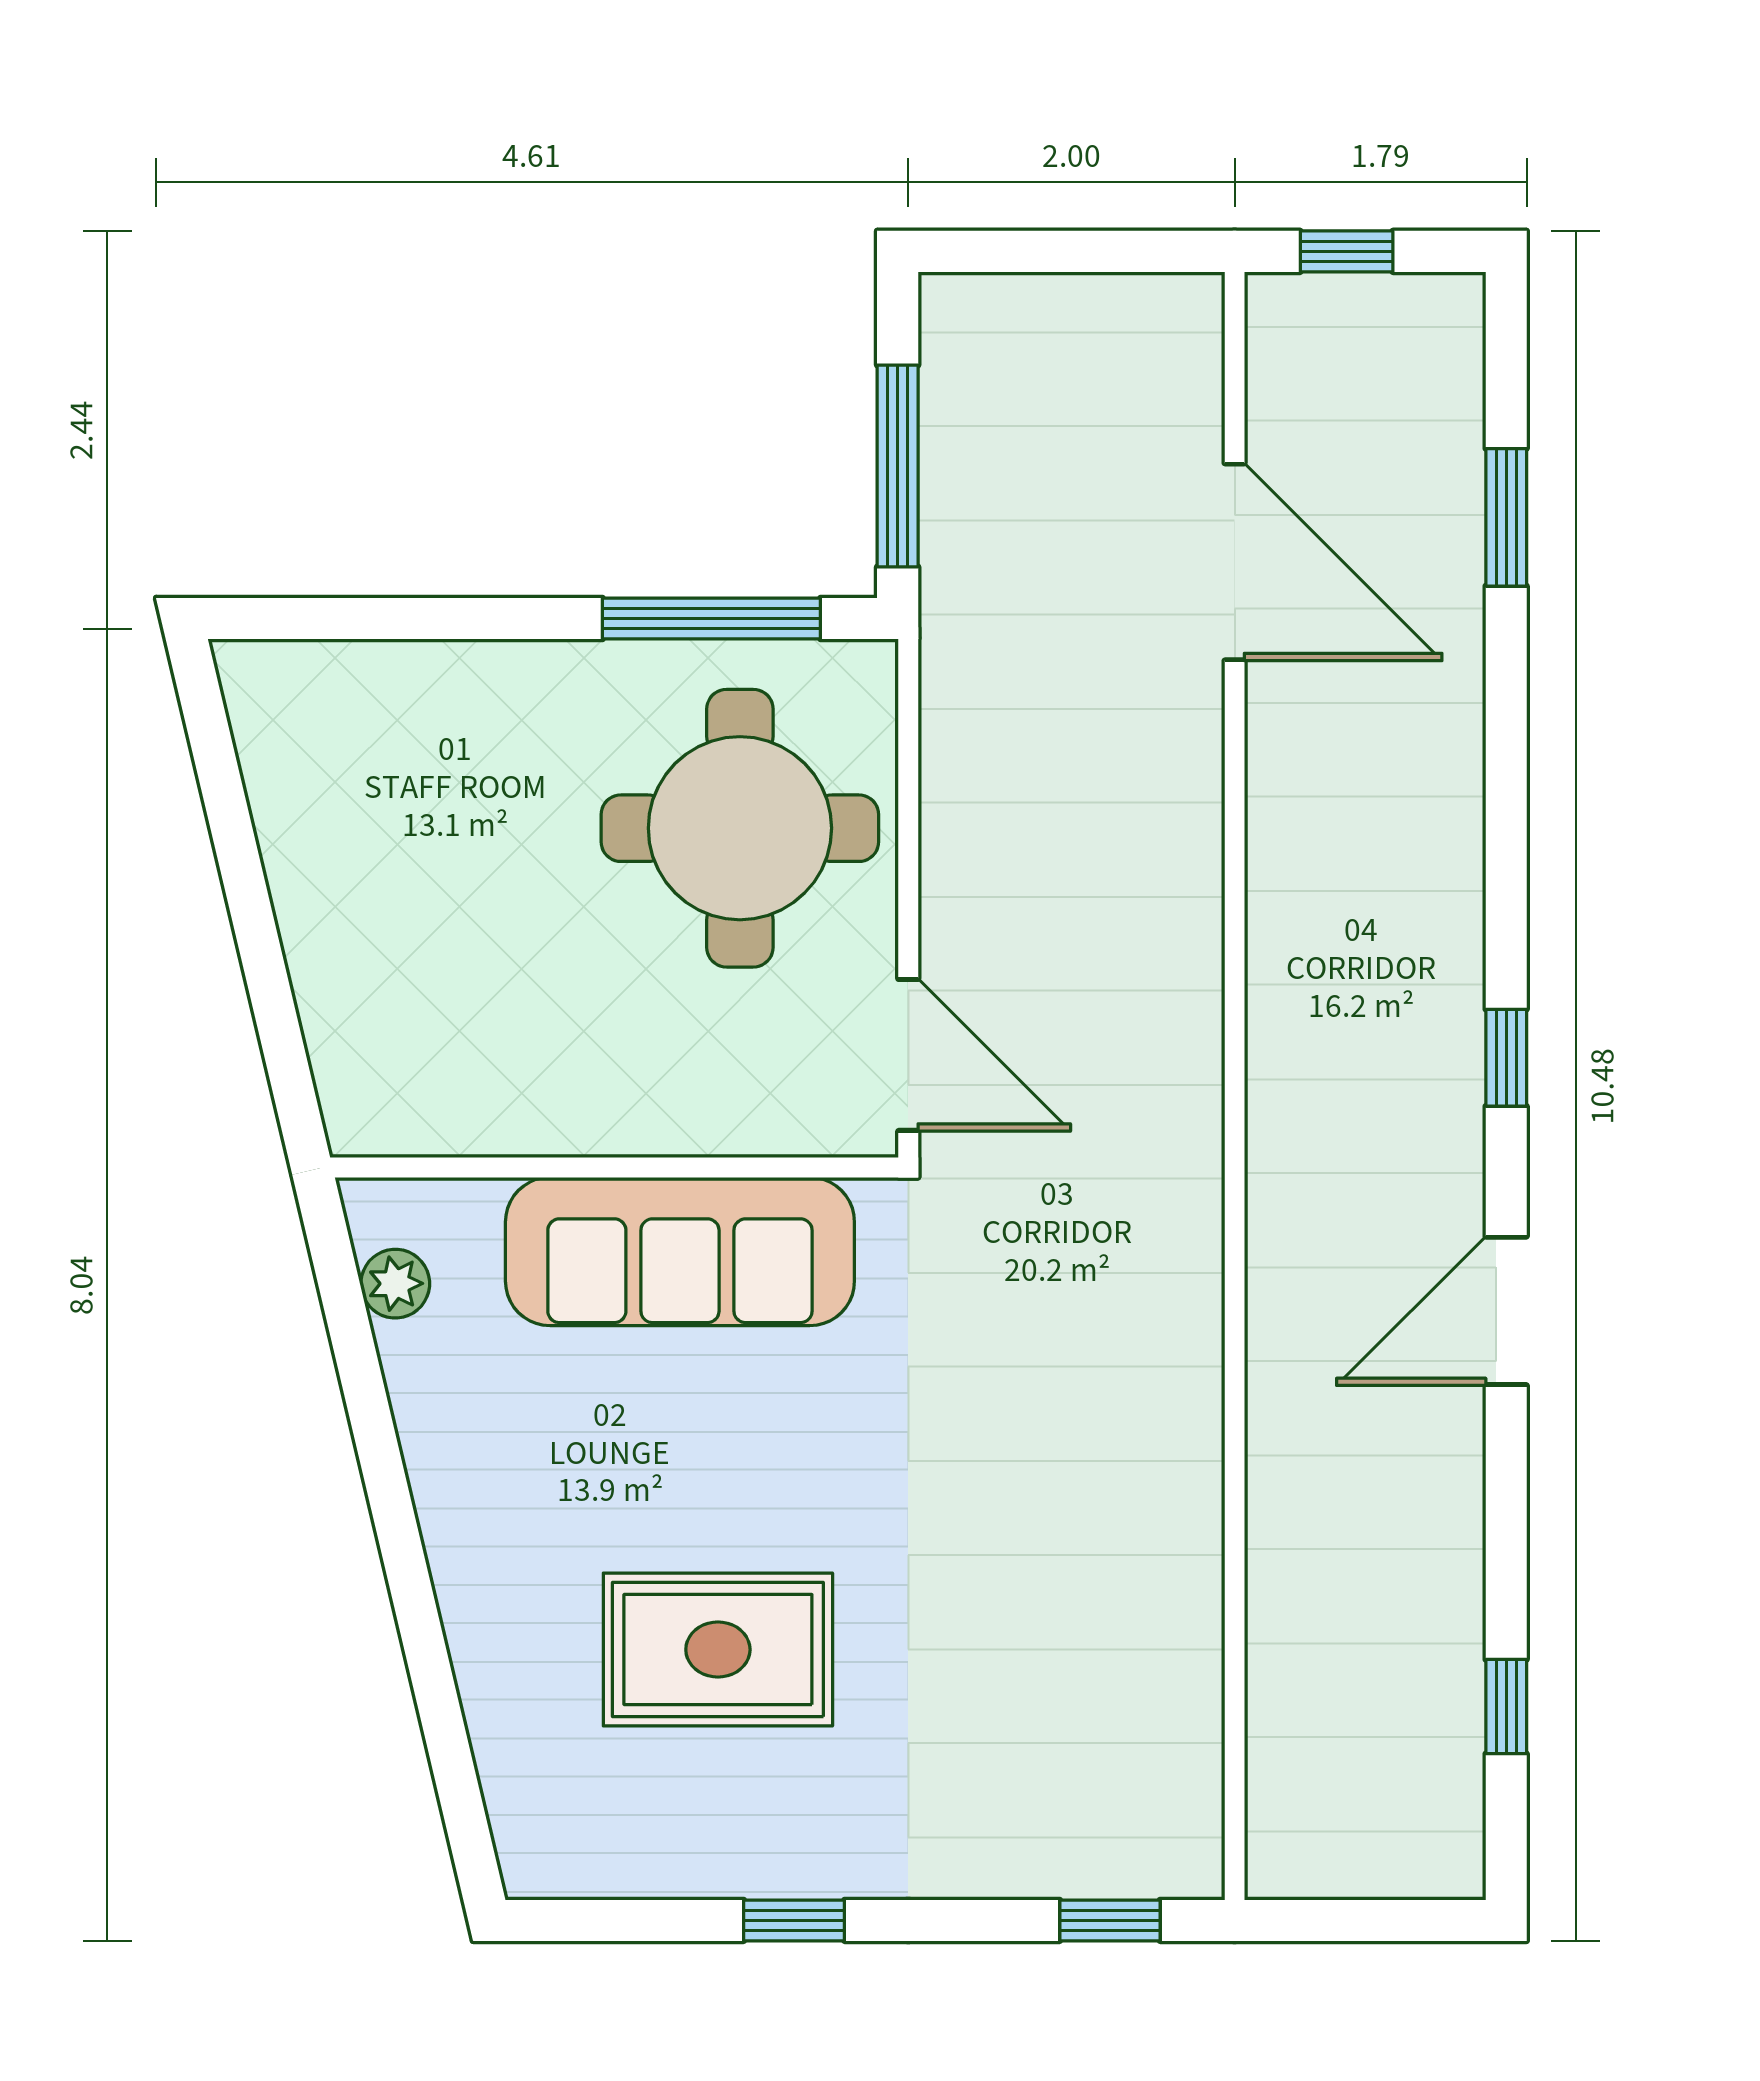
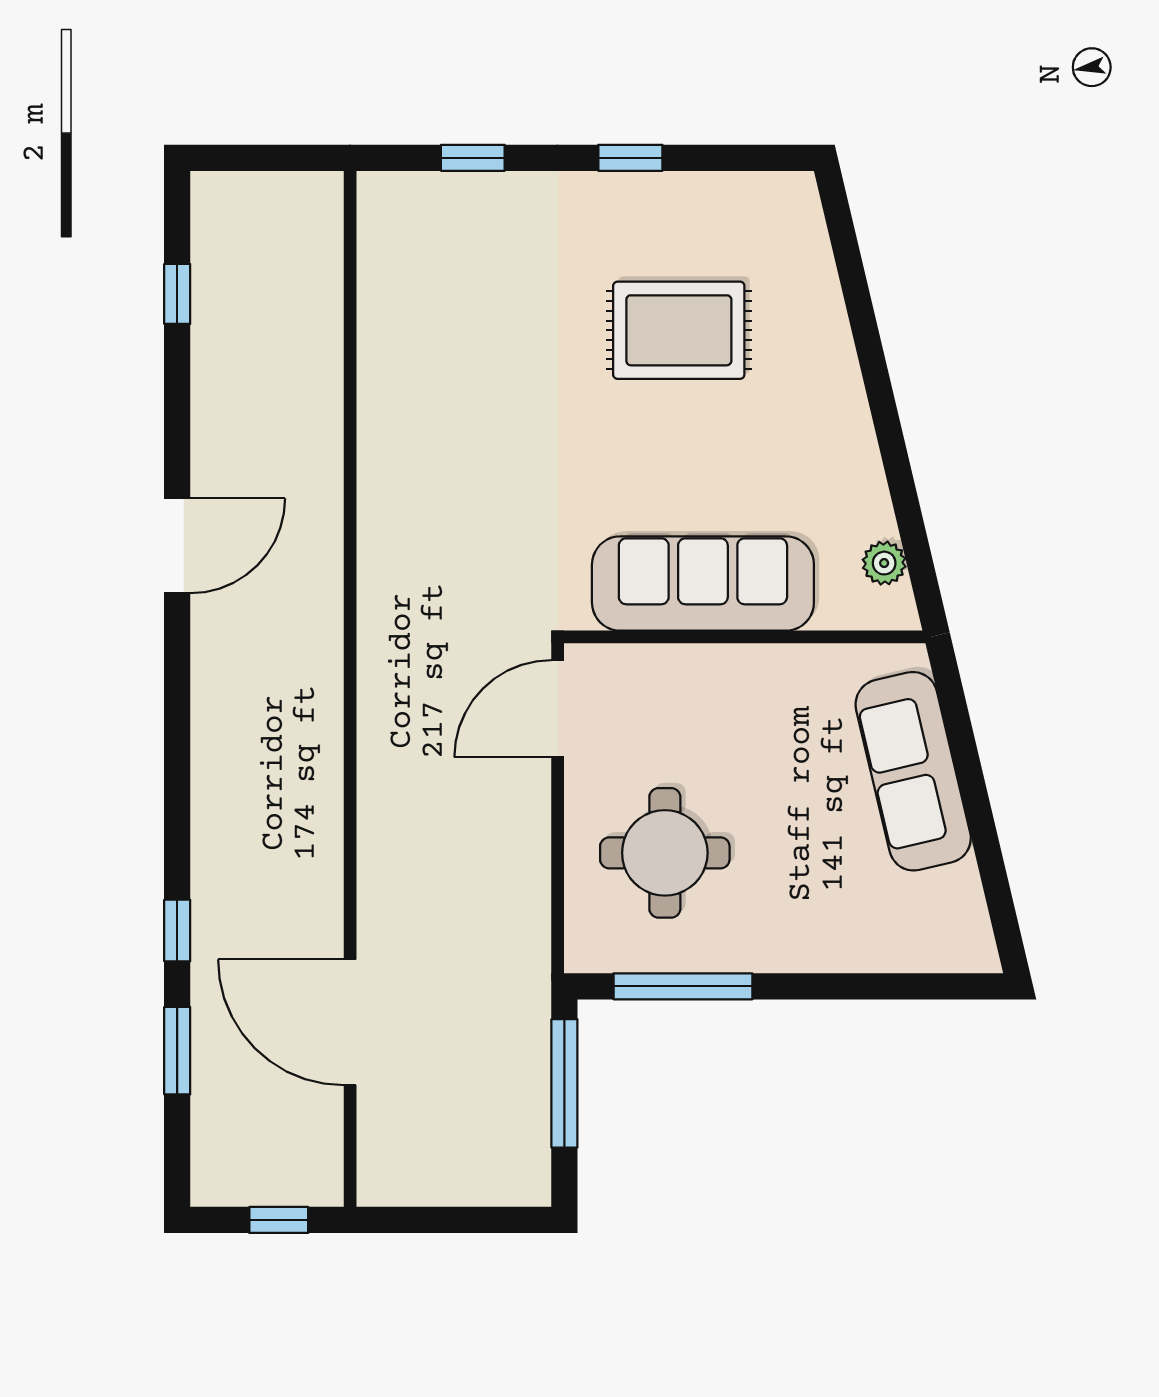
round table: (740, 828) -> (665, 853), width x0.73, depth x0.73
sofa: (350, 956) -> (913, 771), added
door: (908, 1055) -> (558, 709), hinge flipped
window: (1506, 1058) -> (177, 930), moved
window: (1110, 1920) -> (473, 158), moved

